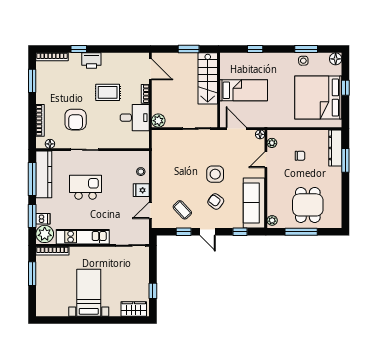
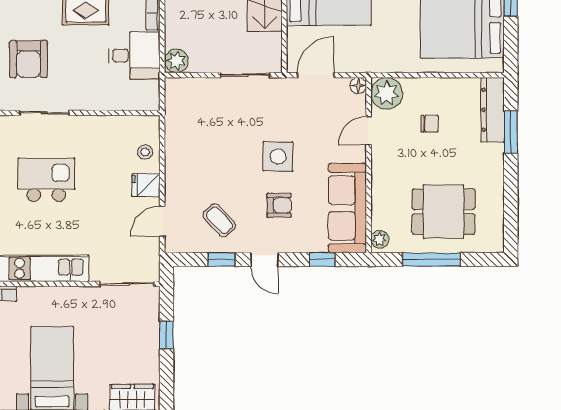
door: (236, 129) -> (316, 75), hinge flipped
plant: (272, 143) -> (387, 93), width x1.88, depth x1.88
armchair: (216, 201) -> (279, 205), turned 144
dining table: (308, 205) -> (443, 212), turned 90
window: (153, 291) -> (167, 335), moved

